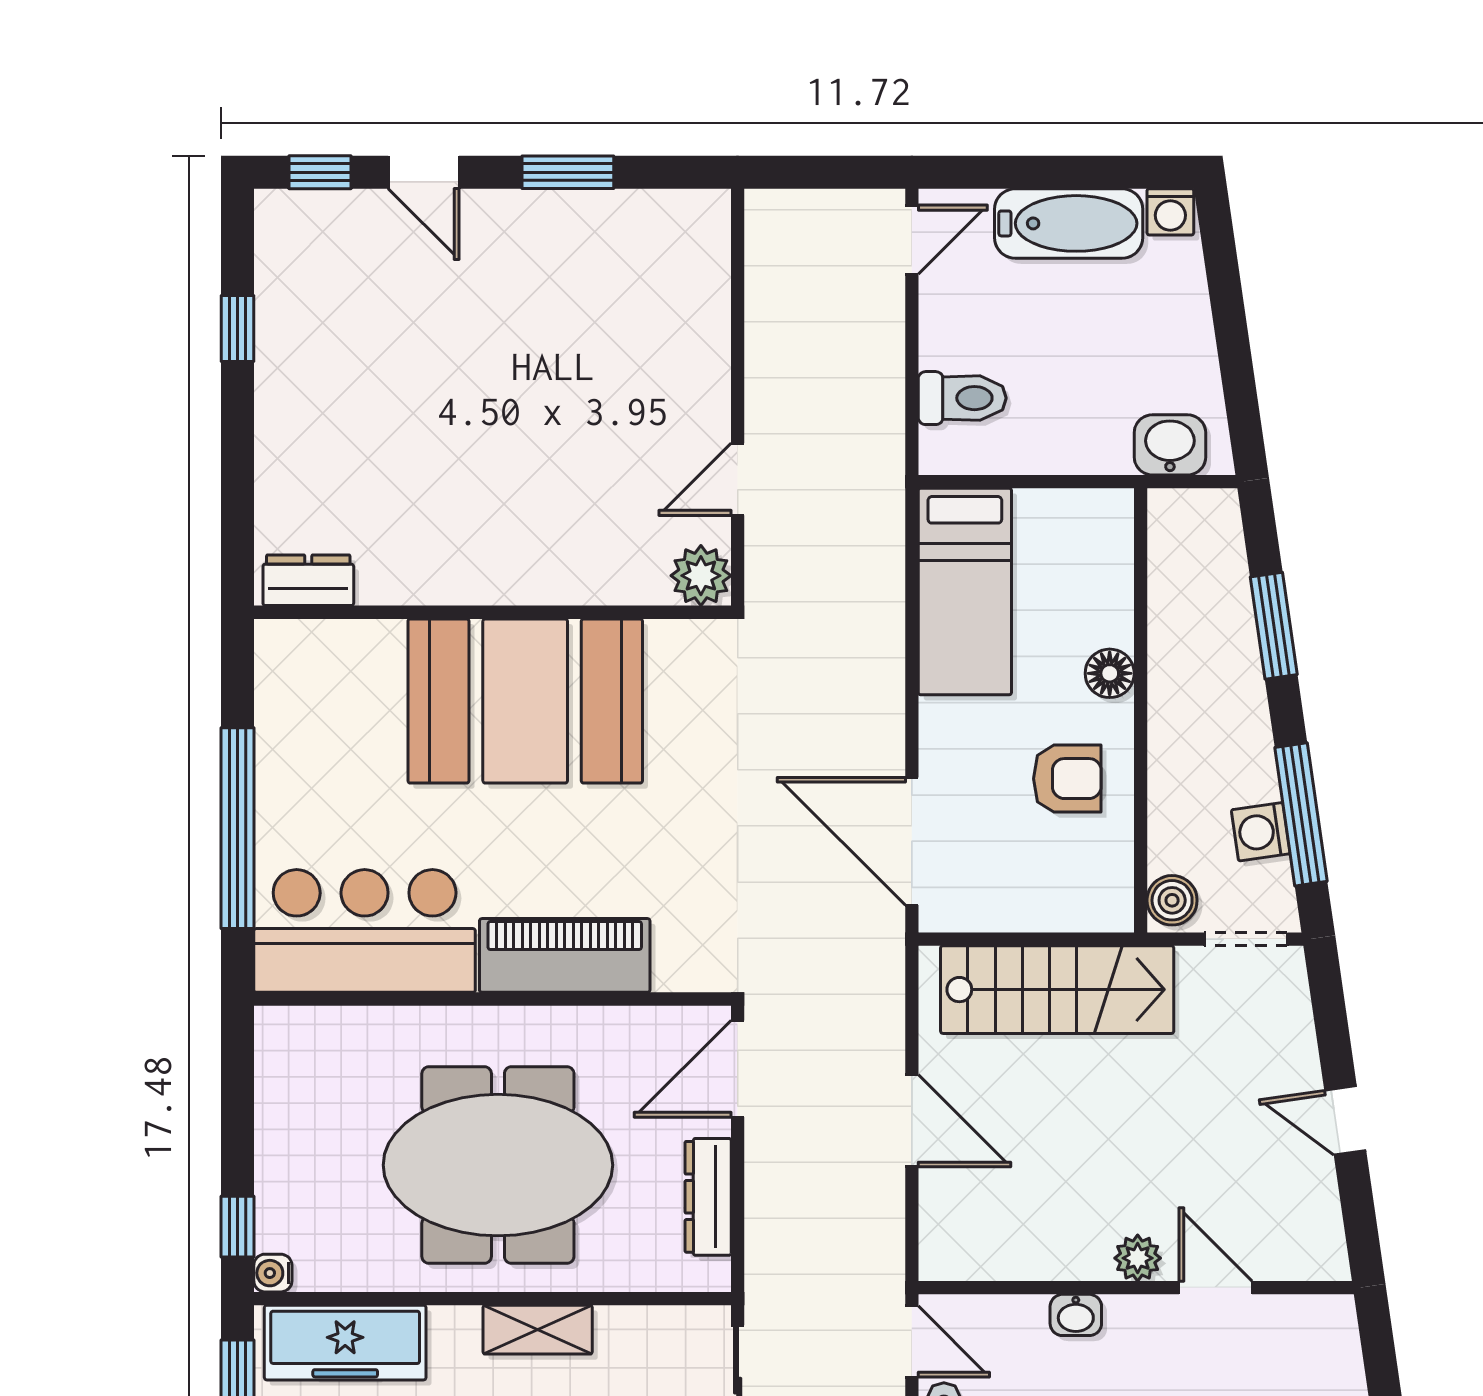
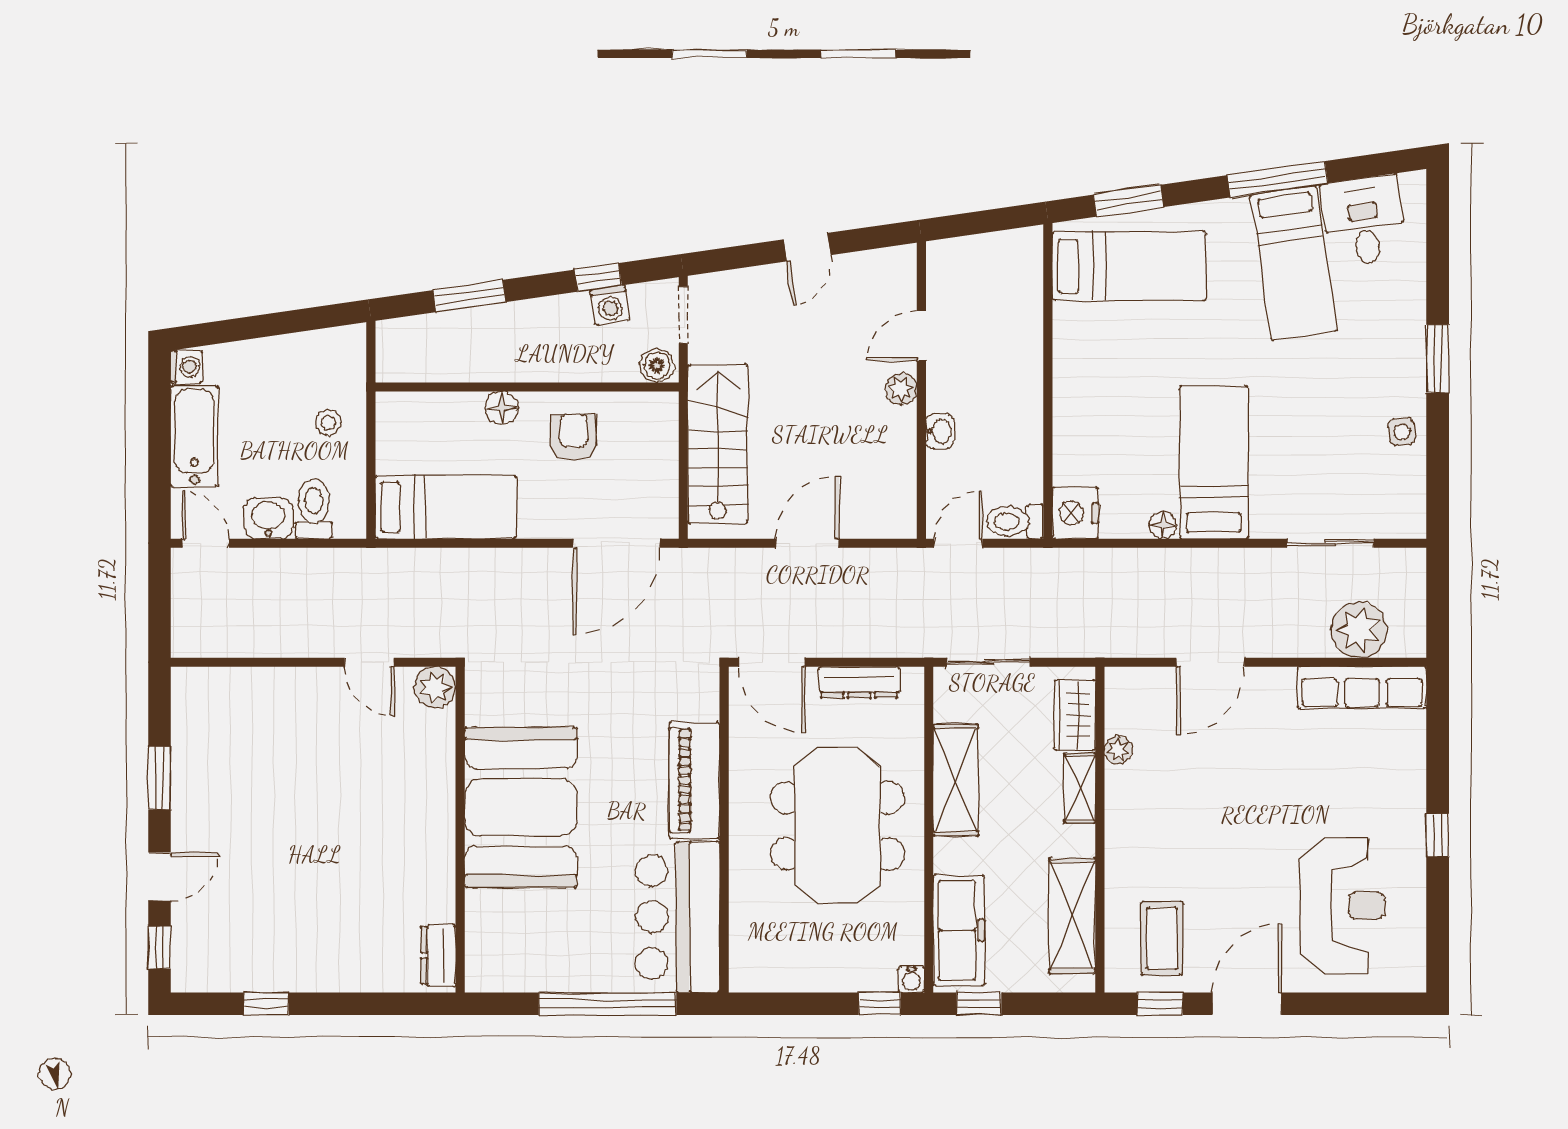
stool: (1089, 419) -> (328, 423), added
washbasin: (1170, 445) -> (268, 518), moved, turned 90
window: (1301, 814) -> (598, 277), width x0.46
shelving: (538, 1330) -> (956, 780), width x1.50, depth x1.33

